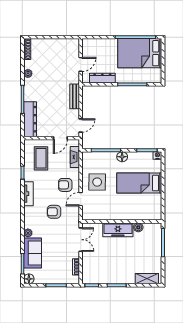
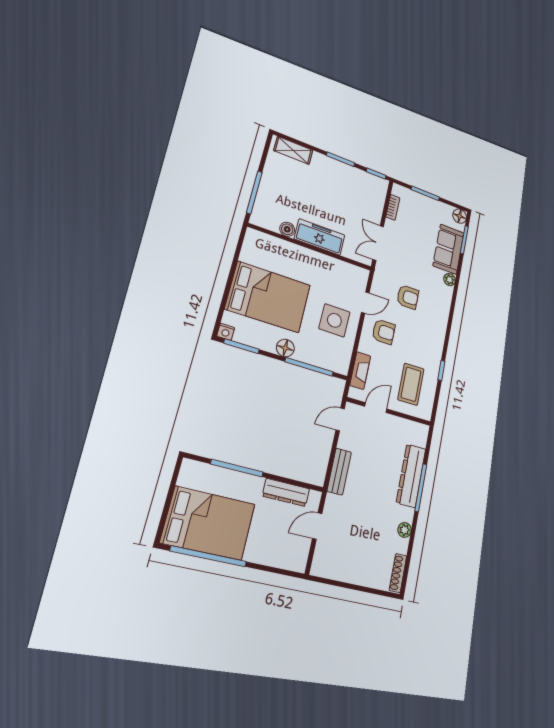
dresser: (30, 119) -> (411, 476), moved
bed: (139, 183) -> (268, 297), width x1.50
tv unit: (28, 194) -> (439, 336), removed

